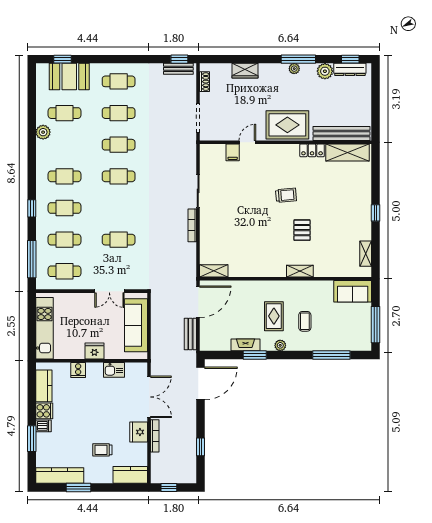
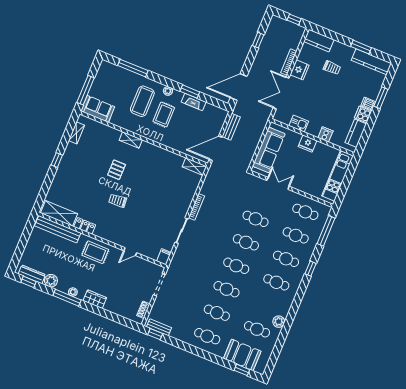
wardrobe: (245, 71) -> (95, 299), moved
rug: (287, 125) -> (95, 252), width x0.73, depth x0.70
filing cabinet: (233, 152) -> (164, 257), moved
cafe table: (119, 208) -> (246, 242), added
coffee table: (305, 321) -> (142, 101), width x1.86, depth x1.72
window: (375, 325) -> (86, 90), moved

